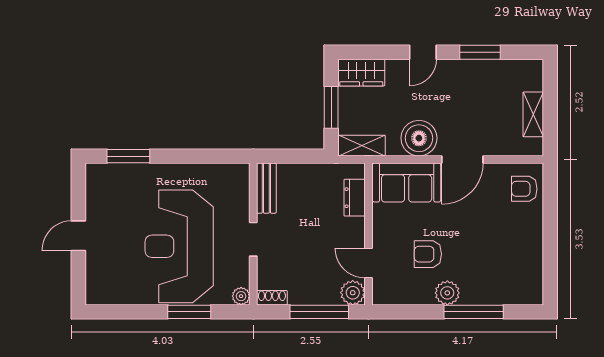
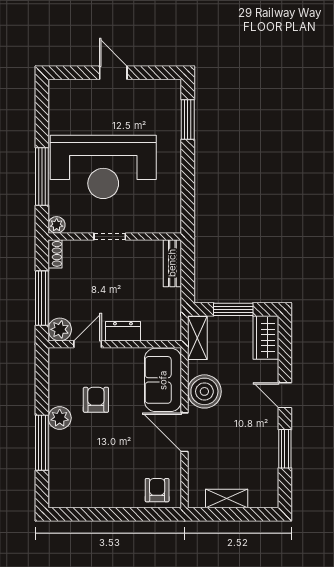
bench: (266, 188) -> (172, 263), moved, turned 90
dresser: (355, 198) -> (123, 331), moved
reception desk: (179, 246) -> (103, 167), turned 180
window: (189, 312) -> (42, 176), width x1.44

